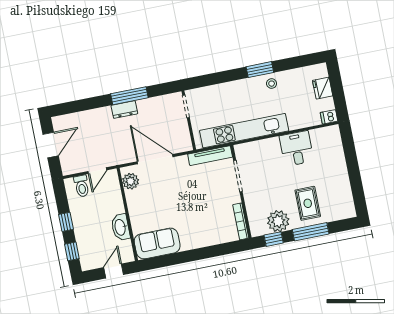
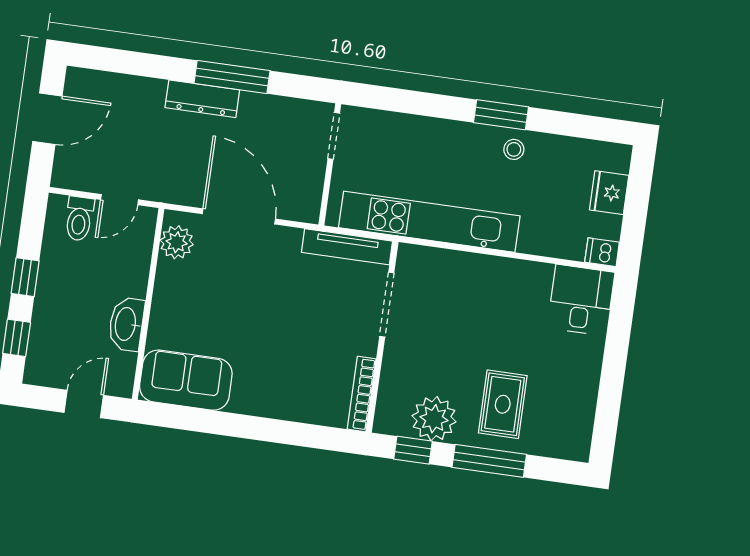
dresser: (124, 110) -> (202, 99), width x1.44
desk: (297, 149) -> (581, 300), moved

